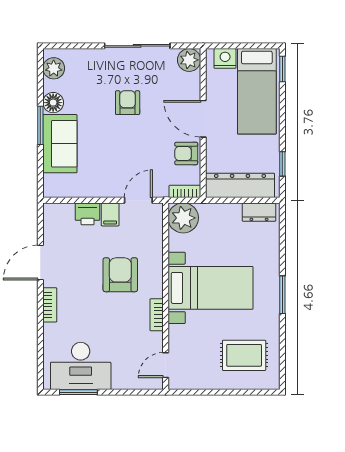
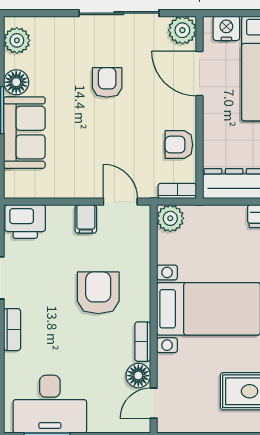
door: (203, 119) -> (199, 74), moved
door: (138, 200) -> (120, 202), hinge flipped
printer: (88, 214) -> (25, 221), moved, width x1.36, depth x1.24
plant: (183, 218) -> (170, 218), width x0.73, depth x0.73
floor lamp: (153, 343) -> (138, 376), added

